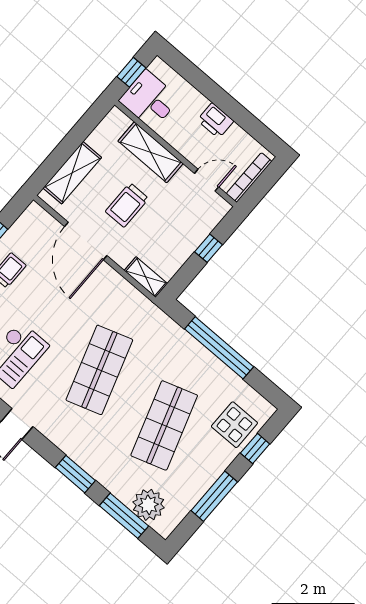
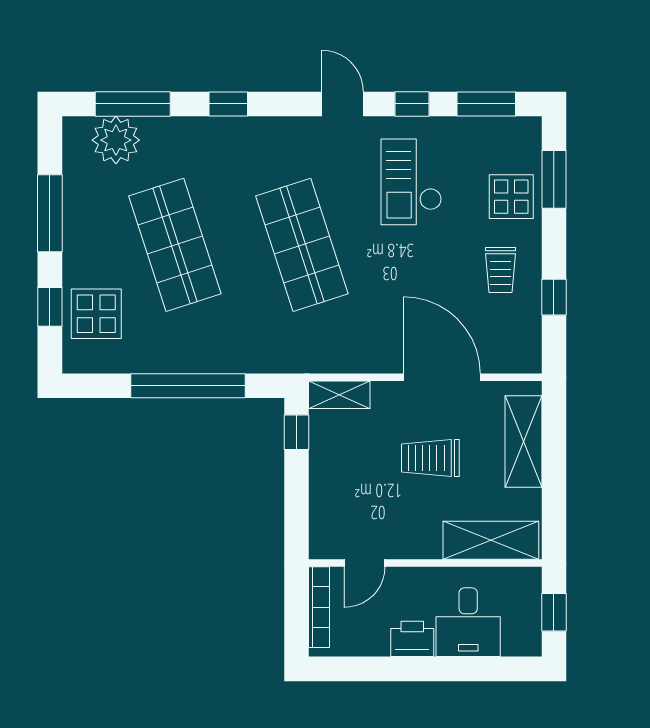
desk: (149, 100) -> (468, 622), moved, turned 90
shelving: (151, 152) -> (491, 540), moved
trolley: (127, 205) -> (430, 458), turned -90
window: (208, 248) -> (296, 432), moved
window: (75, 474) -> (228, 104), width x0.67

